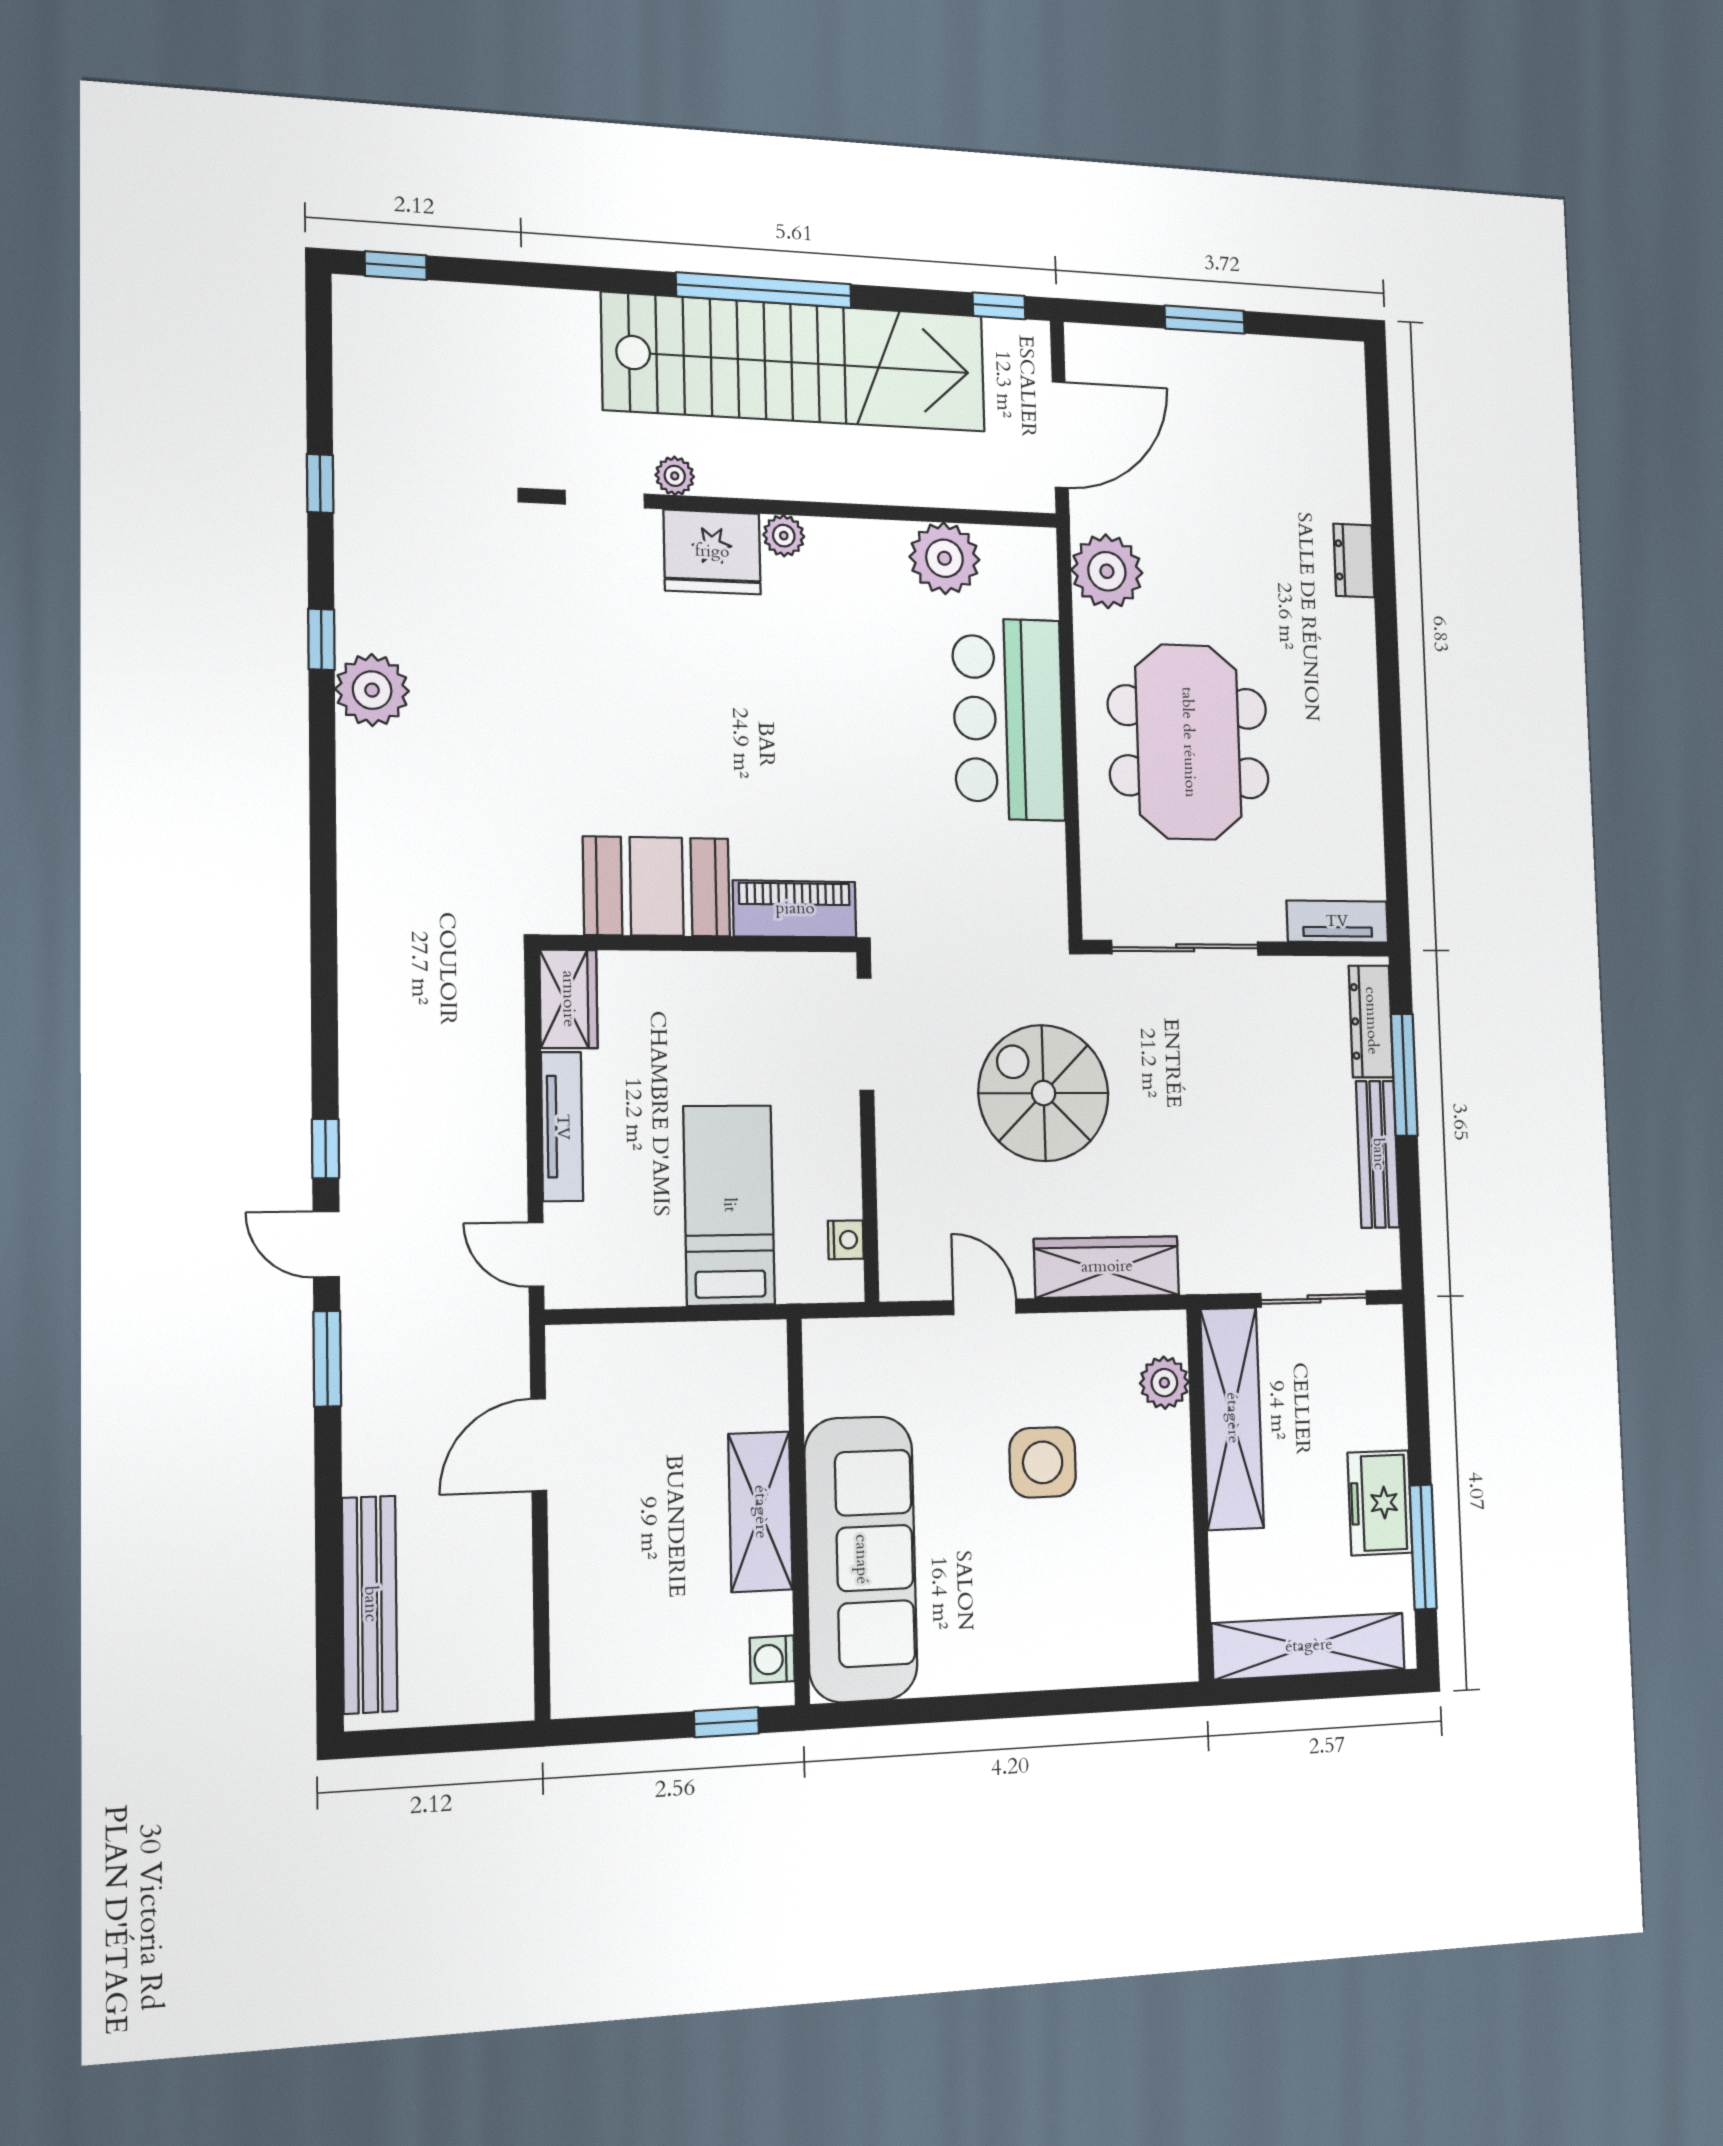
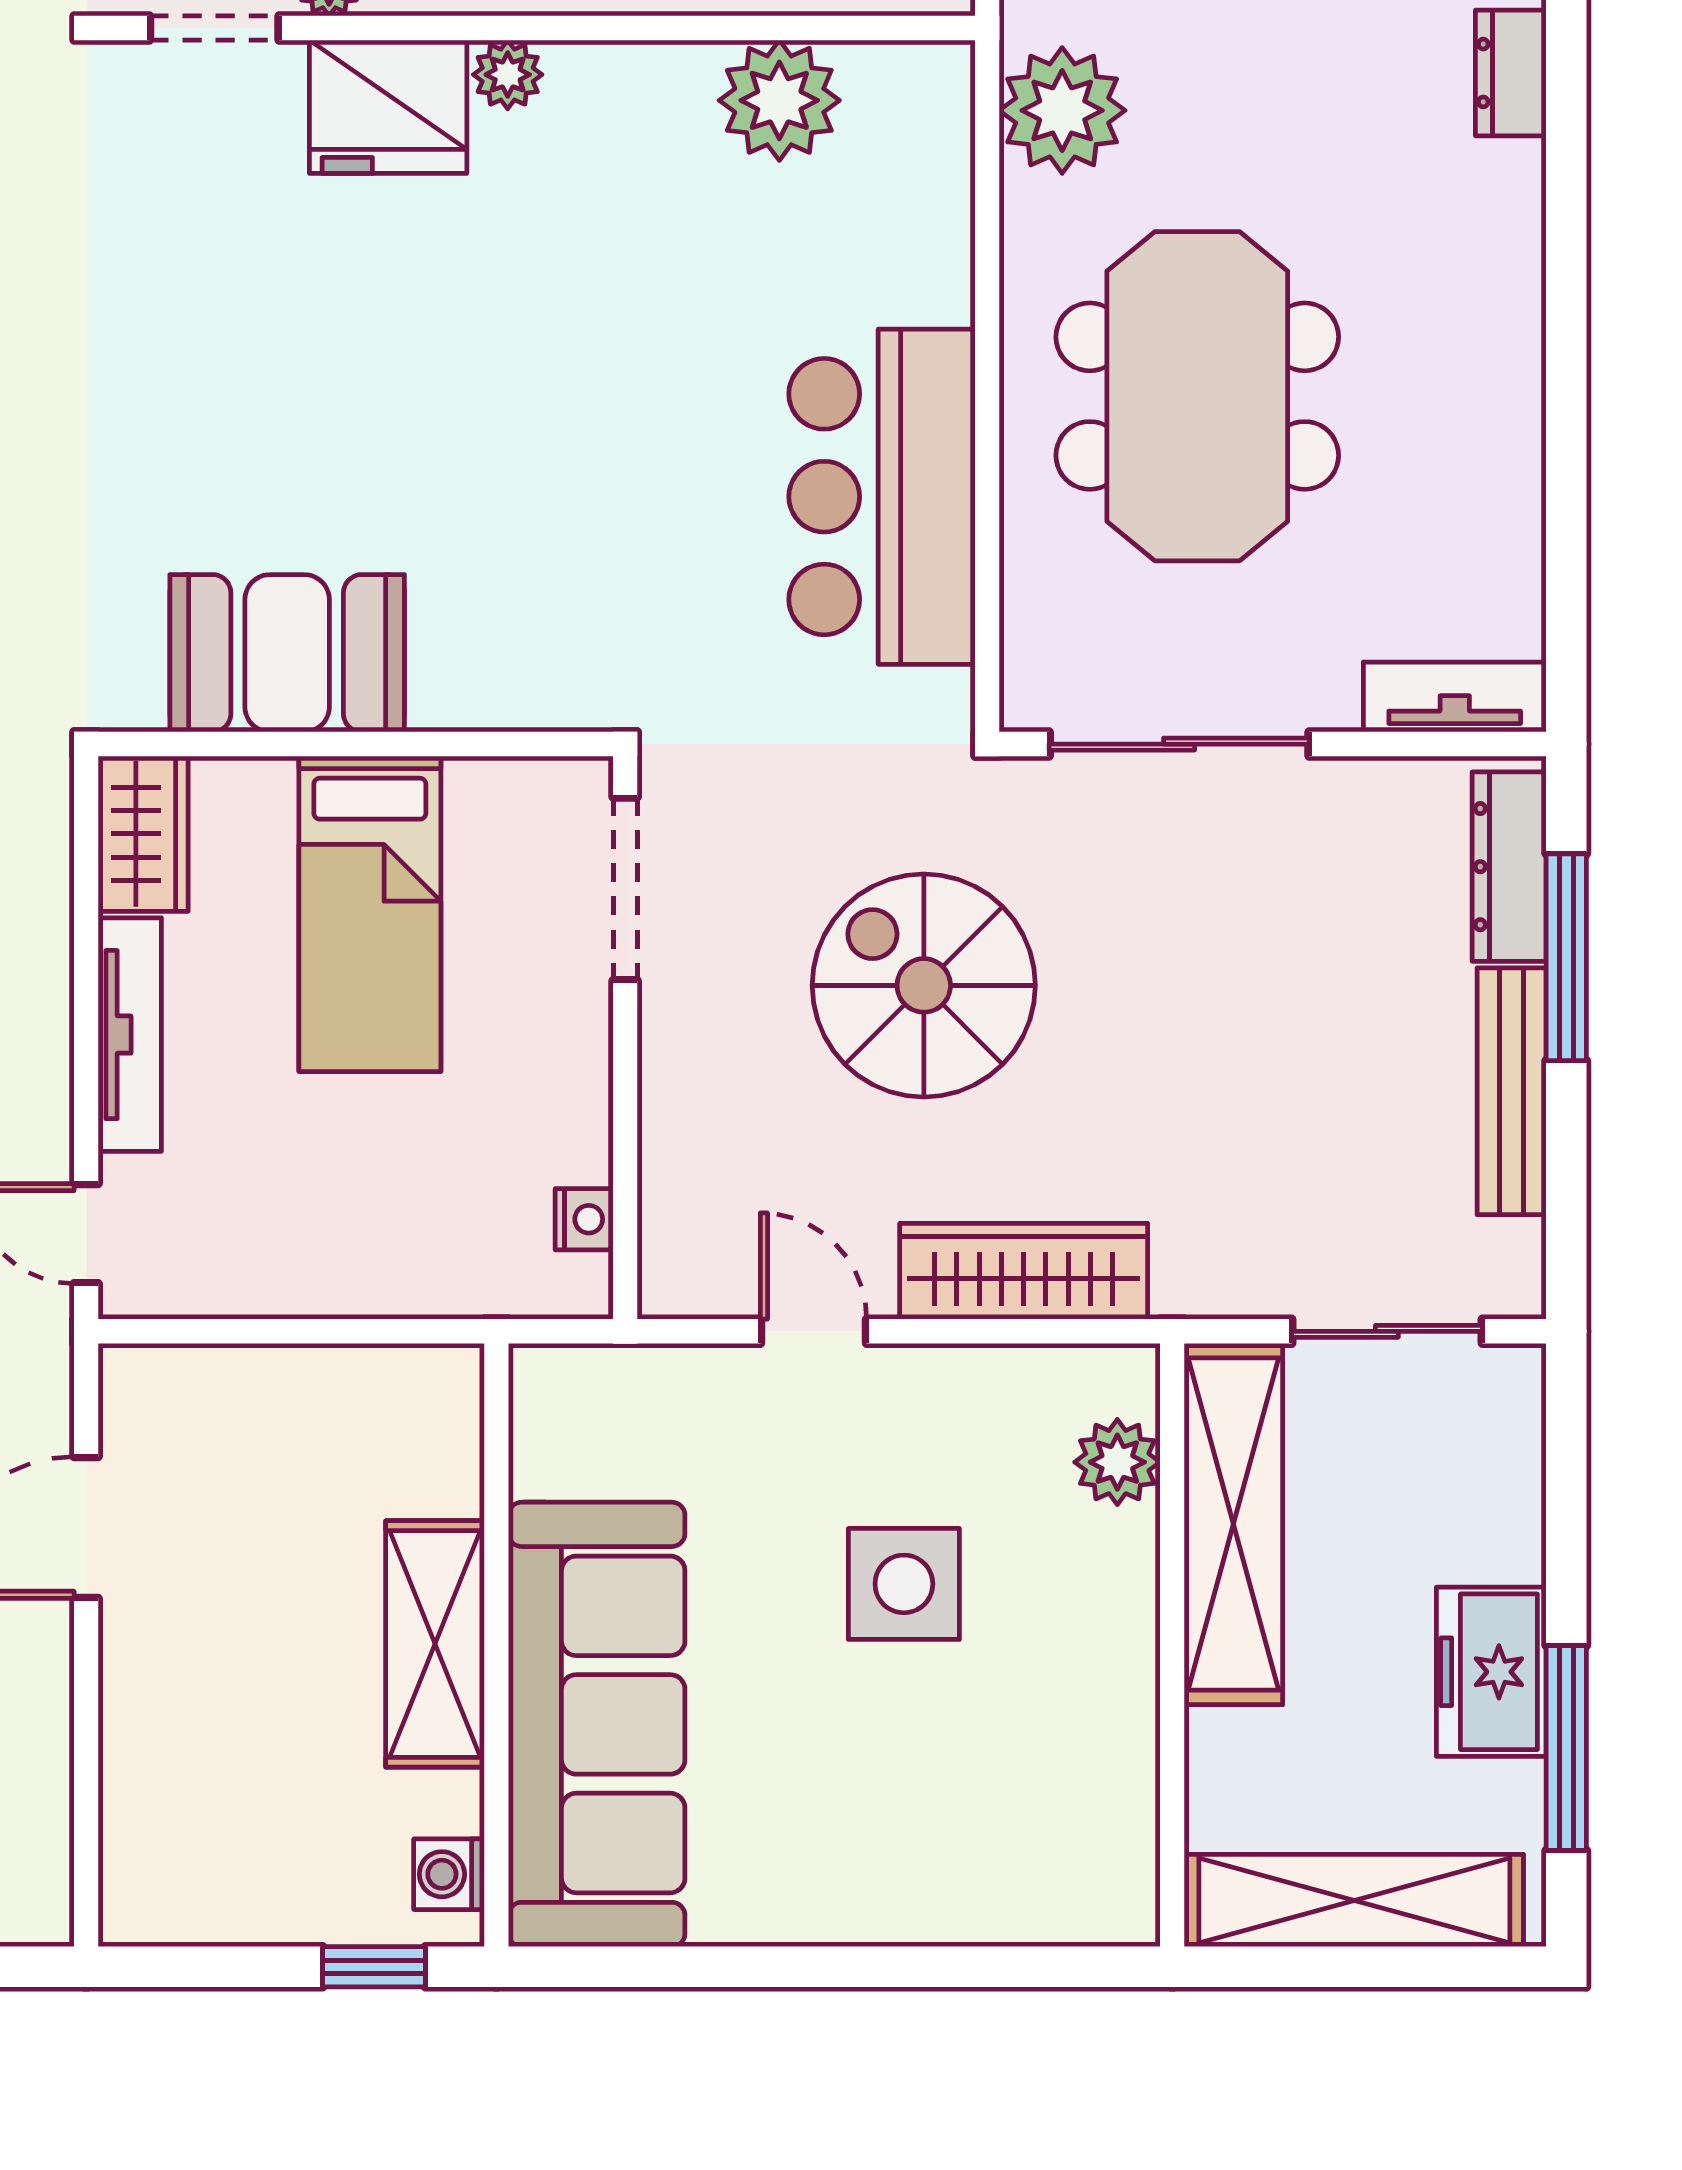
bar counter: (1008, 719) -> (882, 497), moved
piano: (795, 909) -> (512, 687), removed
bed: (729, 1205) -> (370, 914), moved, turned 180

